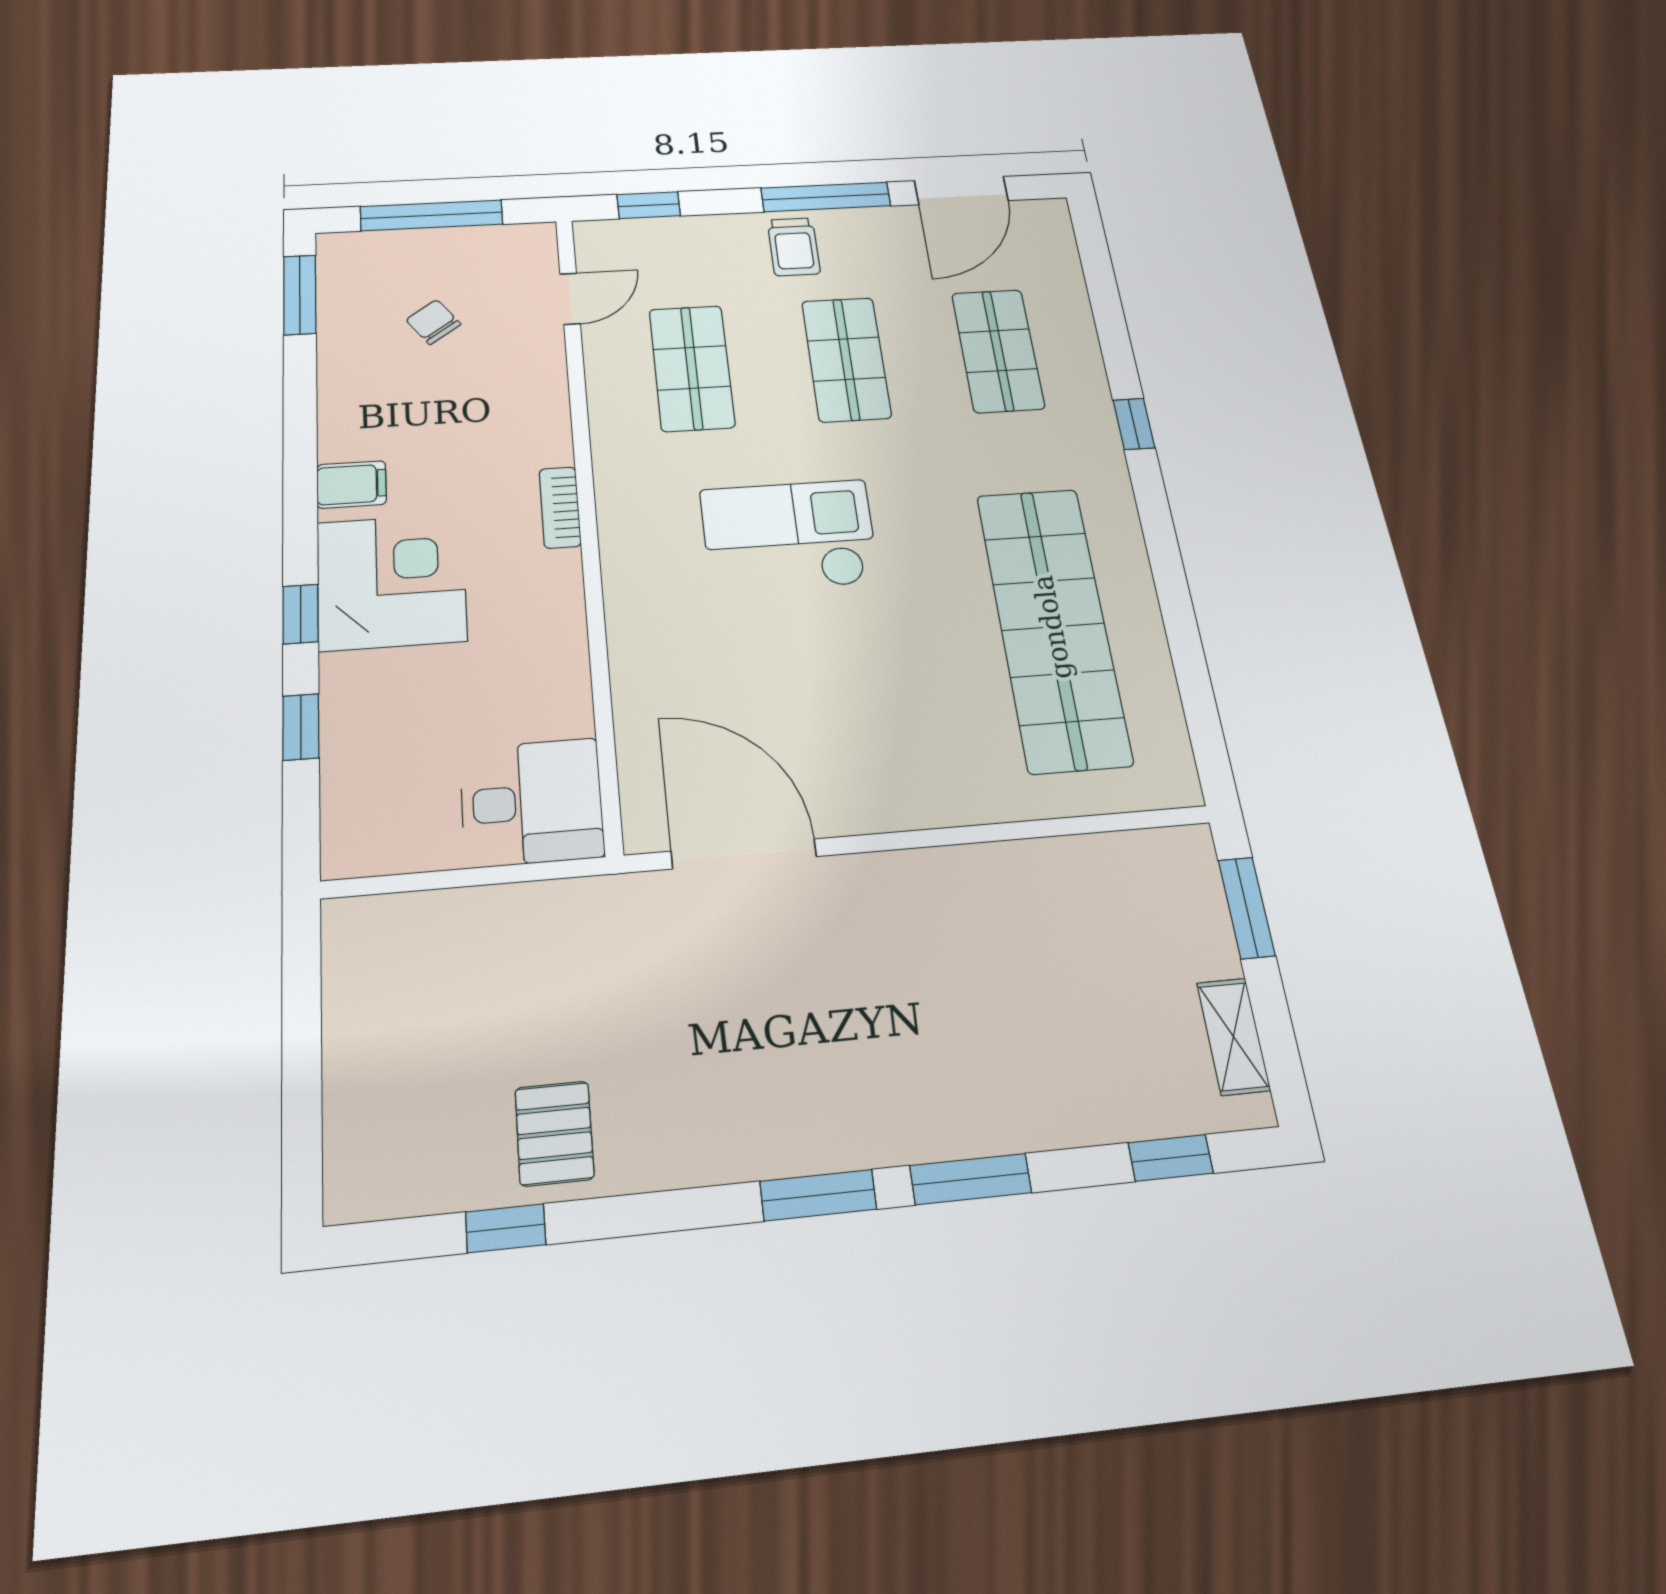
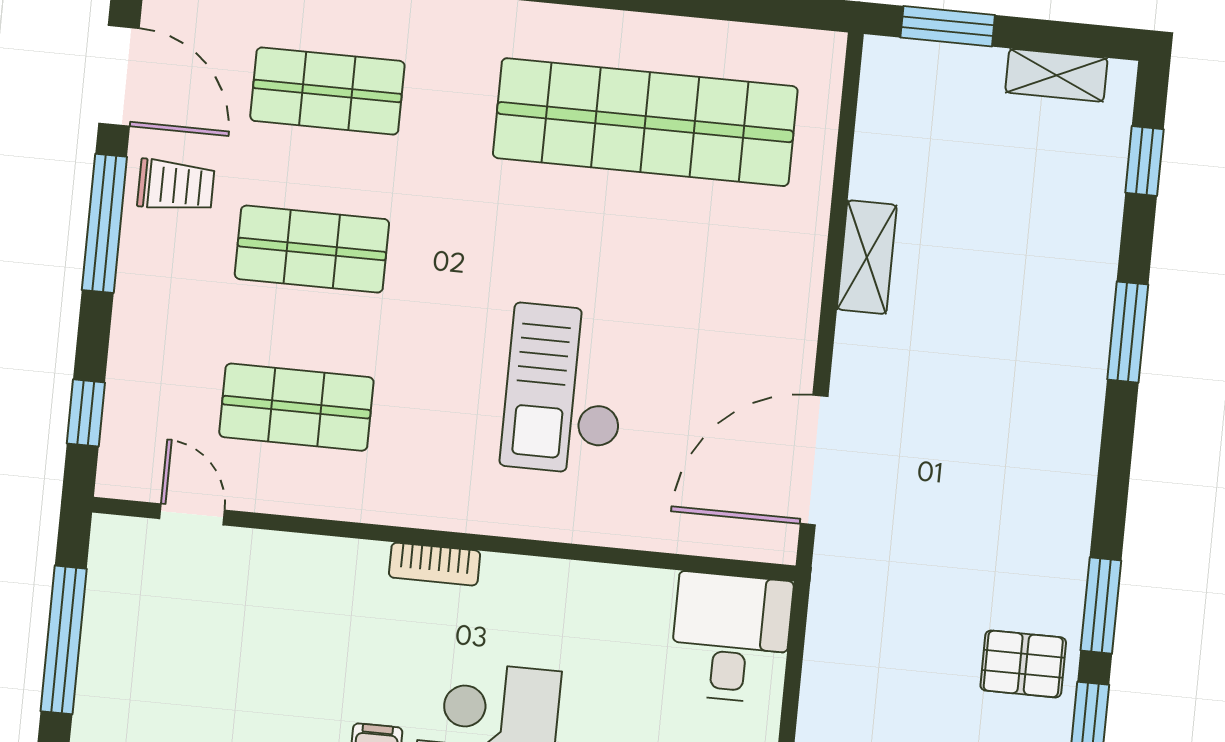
trolley: (794, 247) -> (176, 186), moved
chair: (433, 322) -> (198, 656), removed
checkout: (789, 536) -> (565, 389), moved
shelving: (977, 869) -> (867, 257), added
window: (818, 1195) -> (1101, 605), moved

